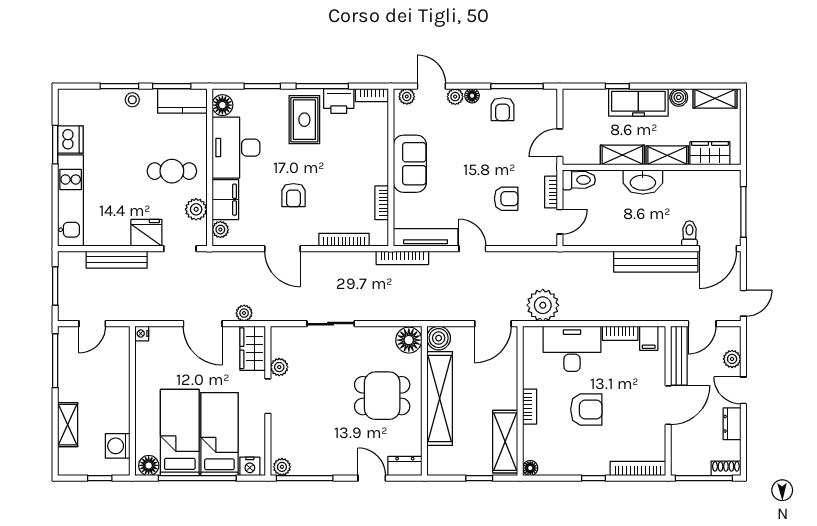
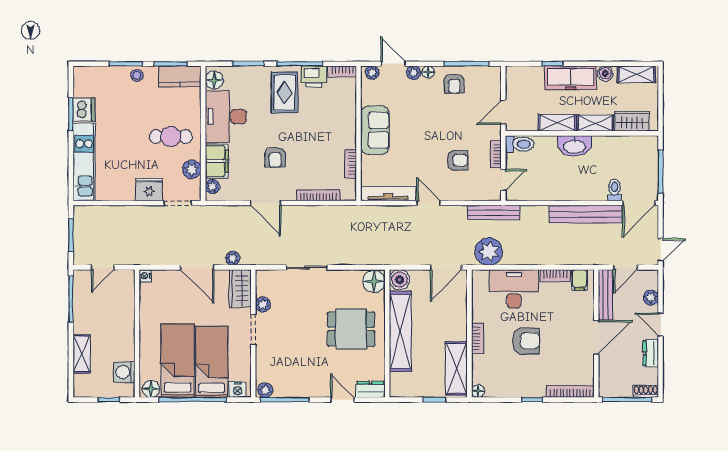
bookcase: (402, 258) -> (368, 211), removed
bench: (117, 260) -> (493, 213), moved

